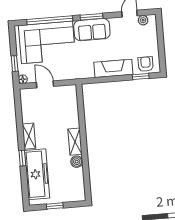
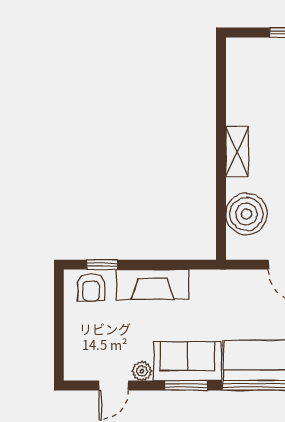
plant: (143, 20) -> (142, 371), moved
boiler: (77, 162) -> (246, 214), moved, width x1.86, depth x1.86

